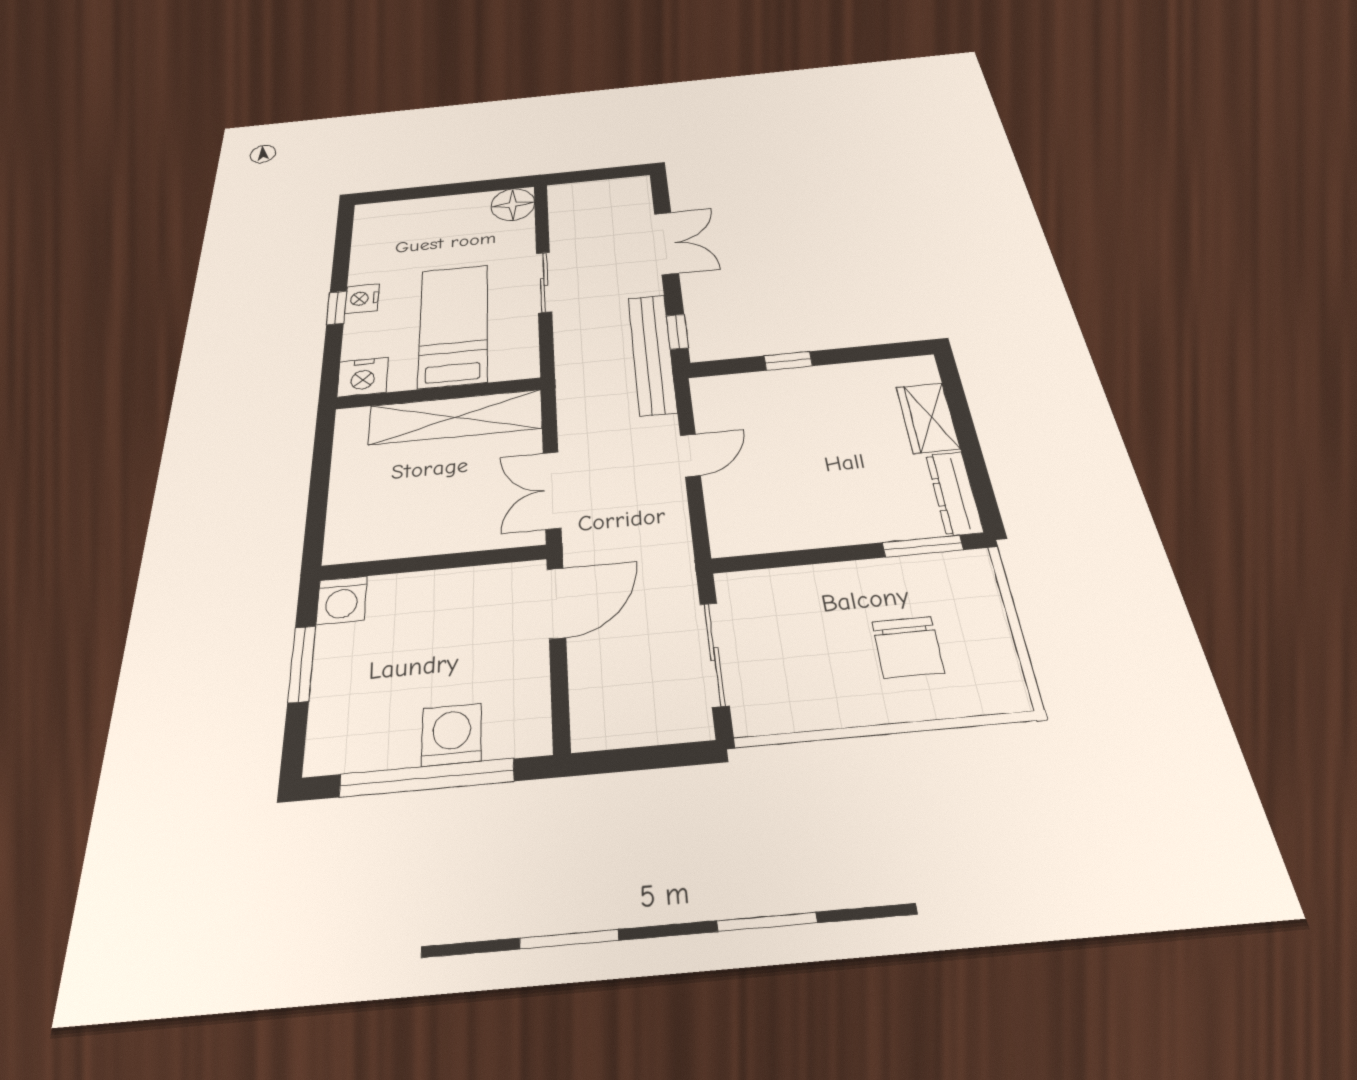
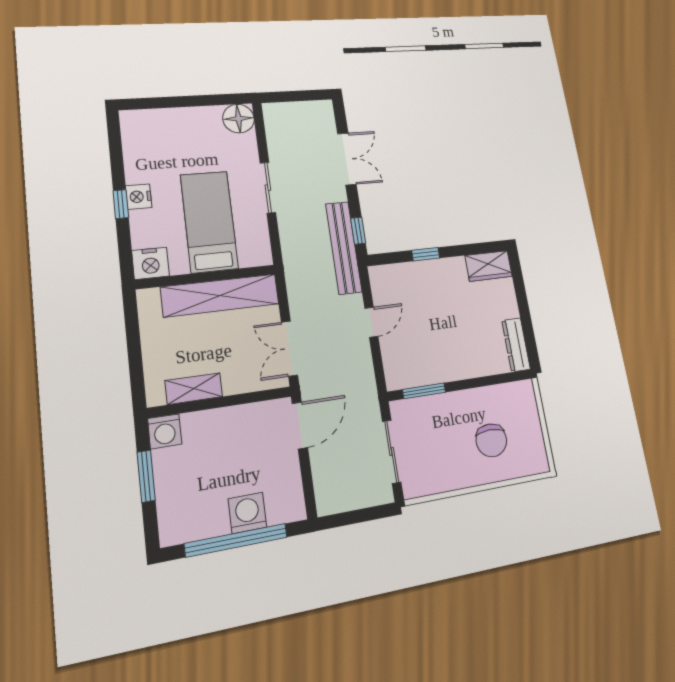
wardrobe: (928, 418) -> (489, 266), moved, turned -90
shelving: (396, 542) -> (194, 389), added
window: (923, 546) -> (424, 391), moved

